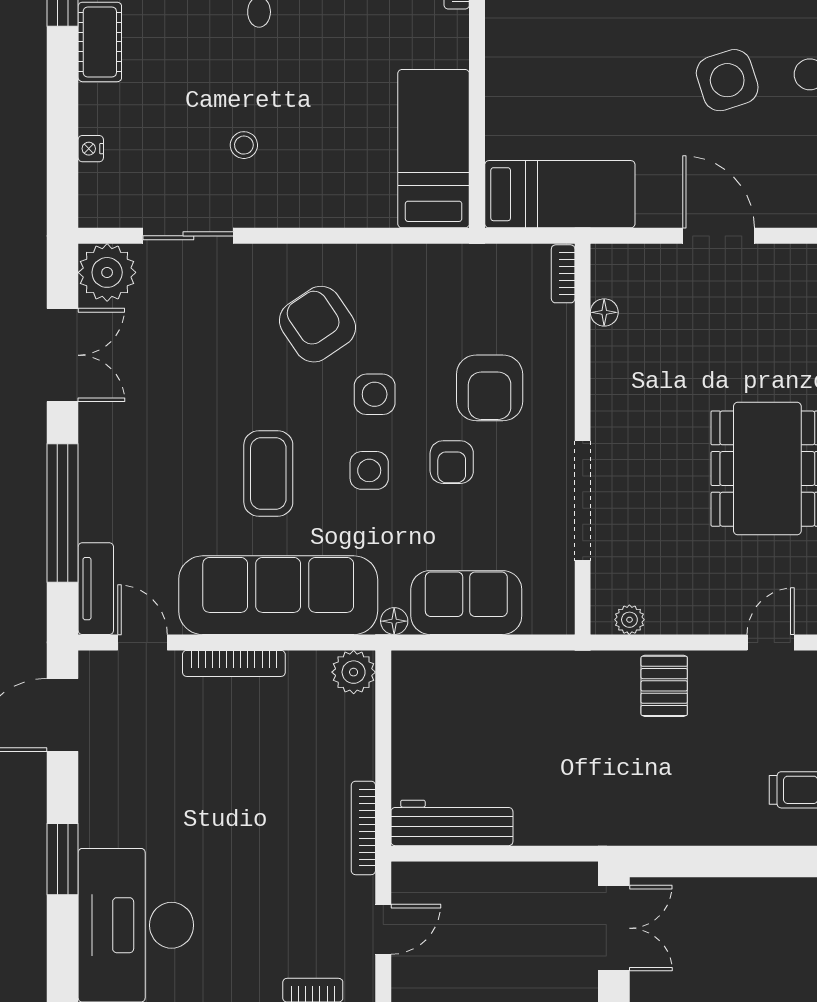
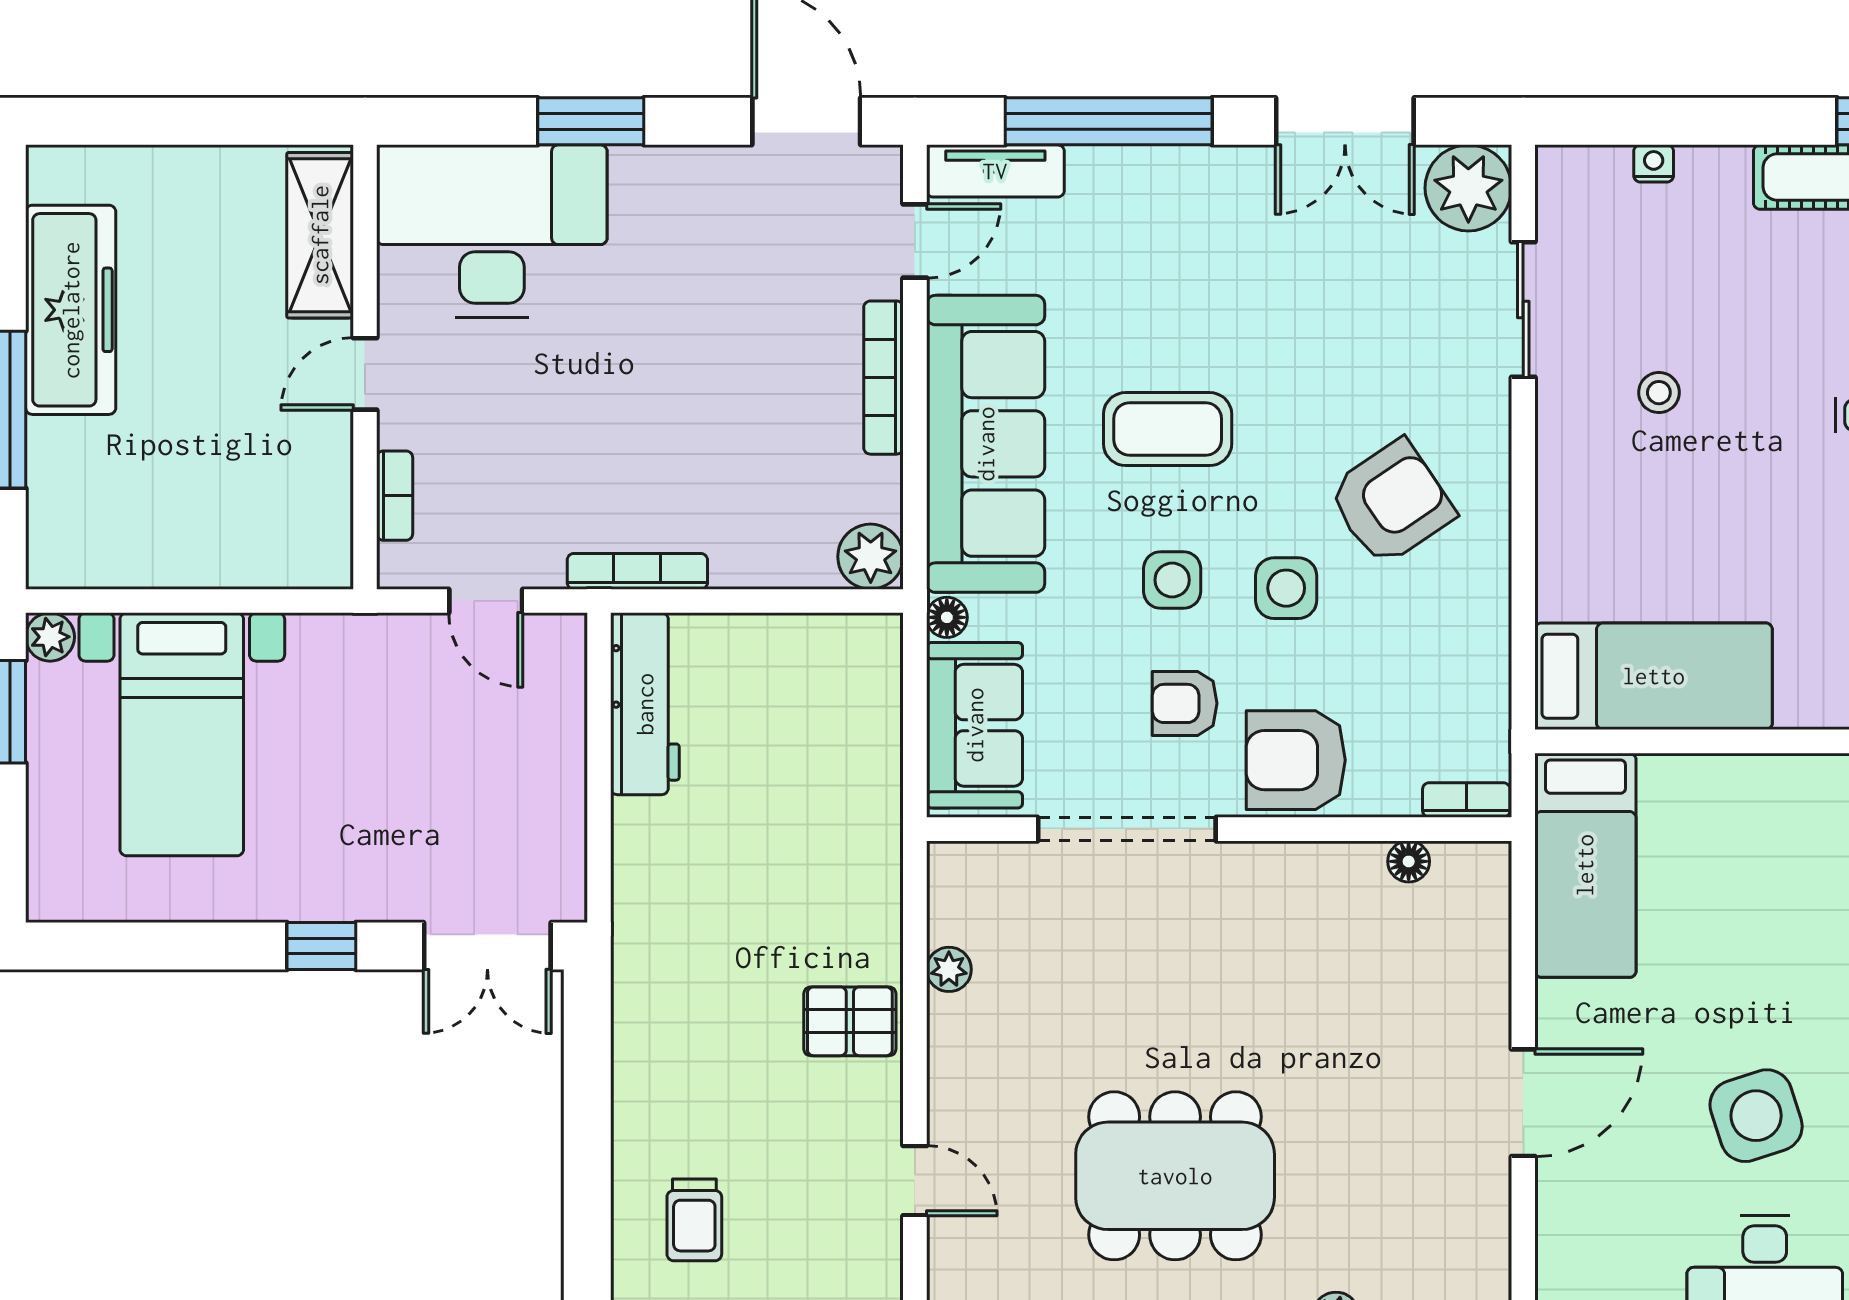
bookcase: (563, 274) -> (1466, 800), moved
floor lamp: (604, 312) -> (1409, 861), moved
wall: (583, 439) -> (1219, 829), moved
doorway: (583, 501) -> (1127, 829), moved

